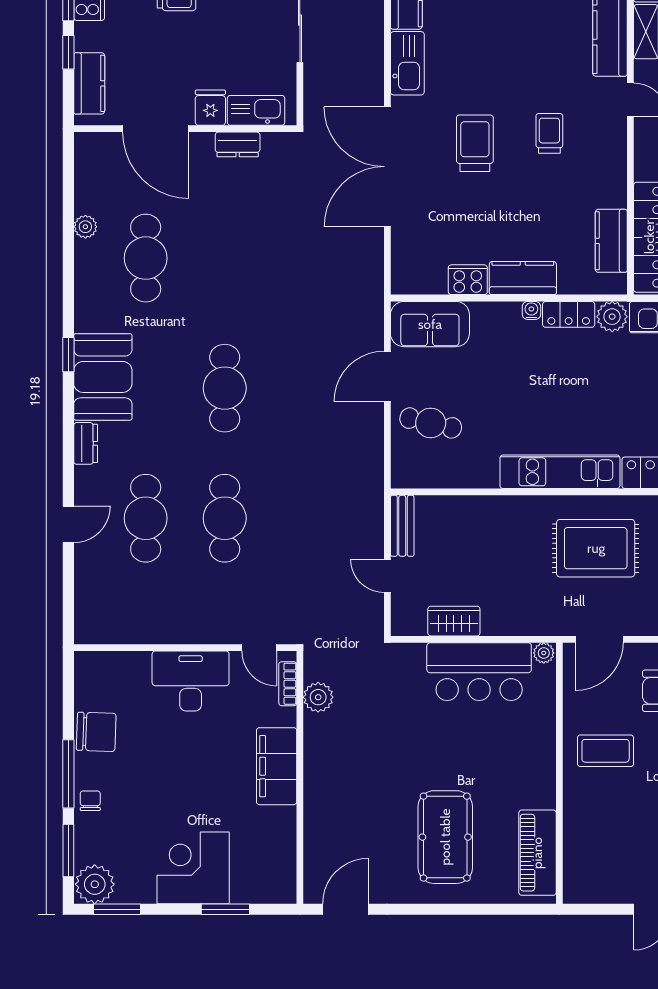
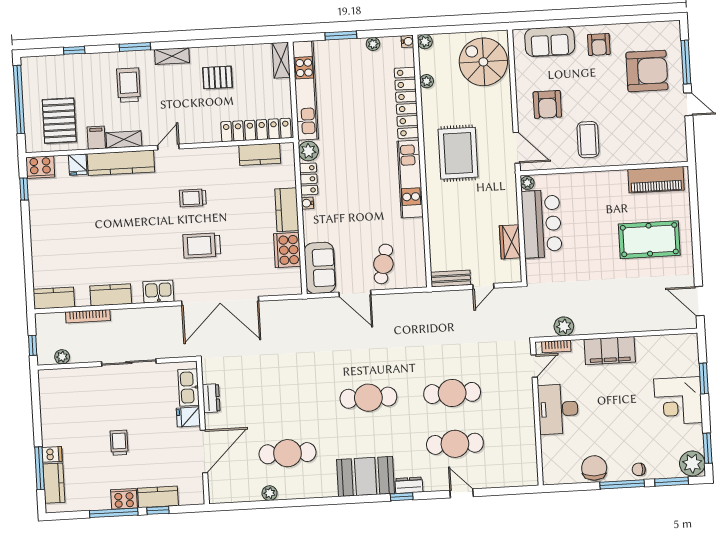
kitchen sink: (407, 63) -> (158, 292), width x0.73
kitchen counter: (89, 83) -> (158, 497), moved
cooker: (468, 280) -> (287, 250), width x1.37, depth x1.31
window: (68, 355) -> (402, 497), moved

